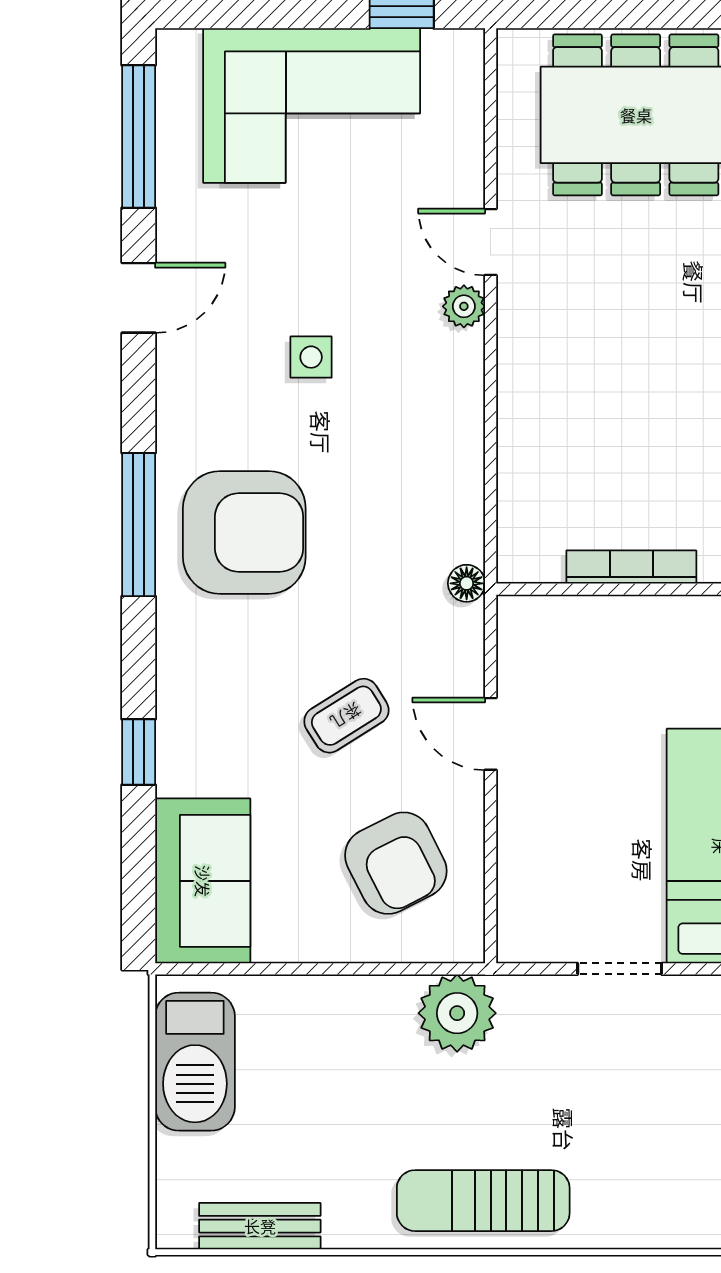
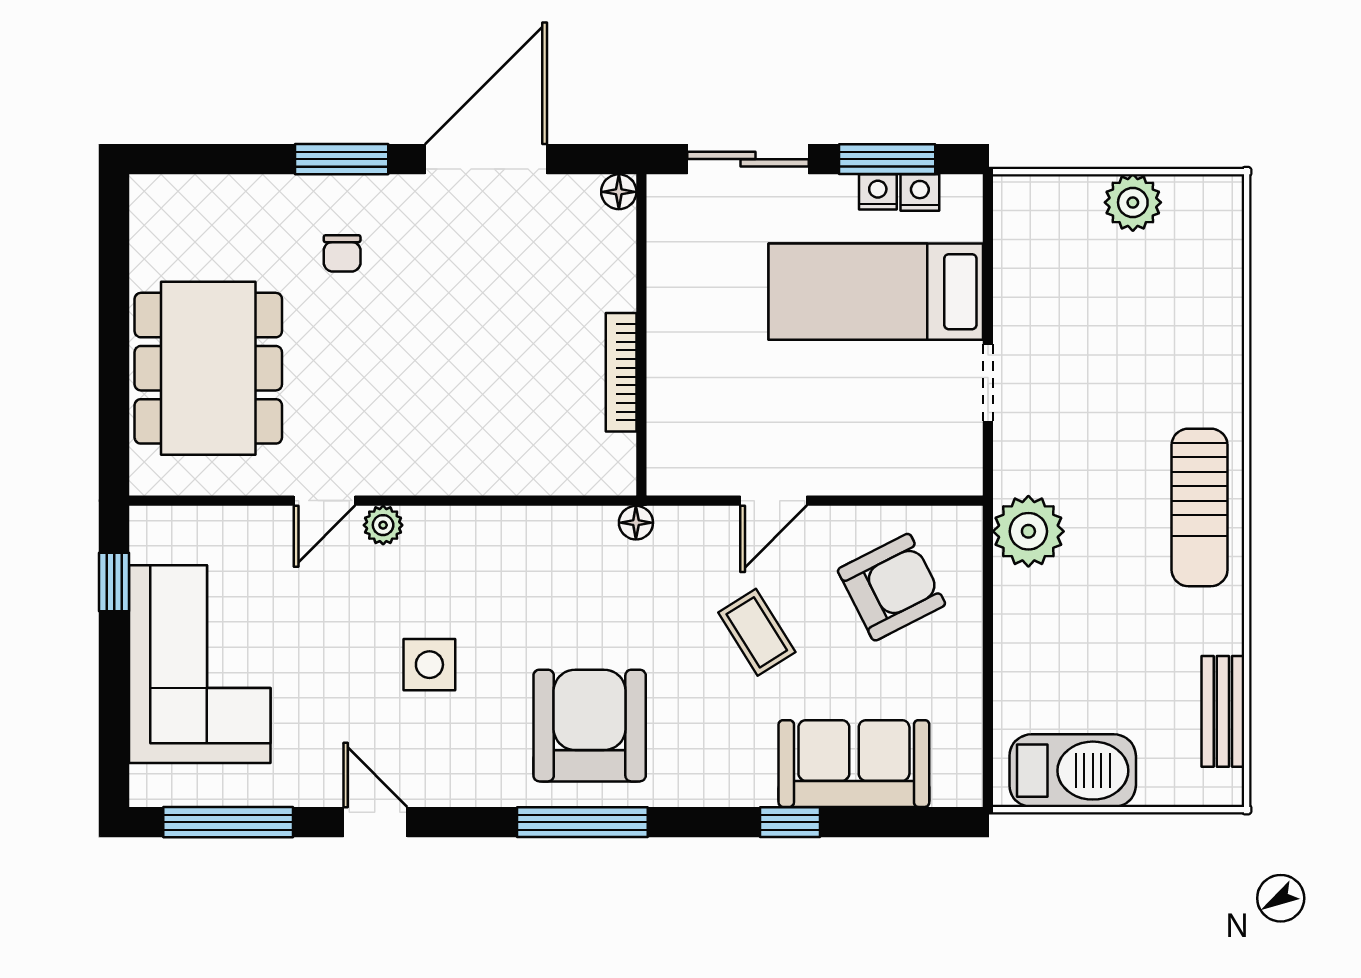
side table: (311, 357) -> (429, 665), width x1.37, depth x1.37
sofa: (203, 881) -> (854, 764), moved

